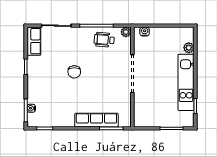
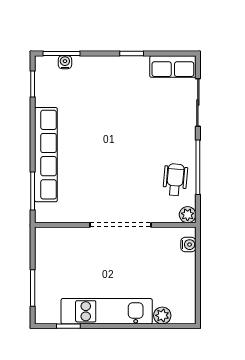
chair: (74, 72) -> (123, 131), removed
row of seats: (96, 120) -> (46, 155), width x1.36

